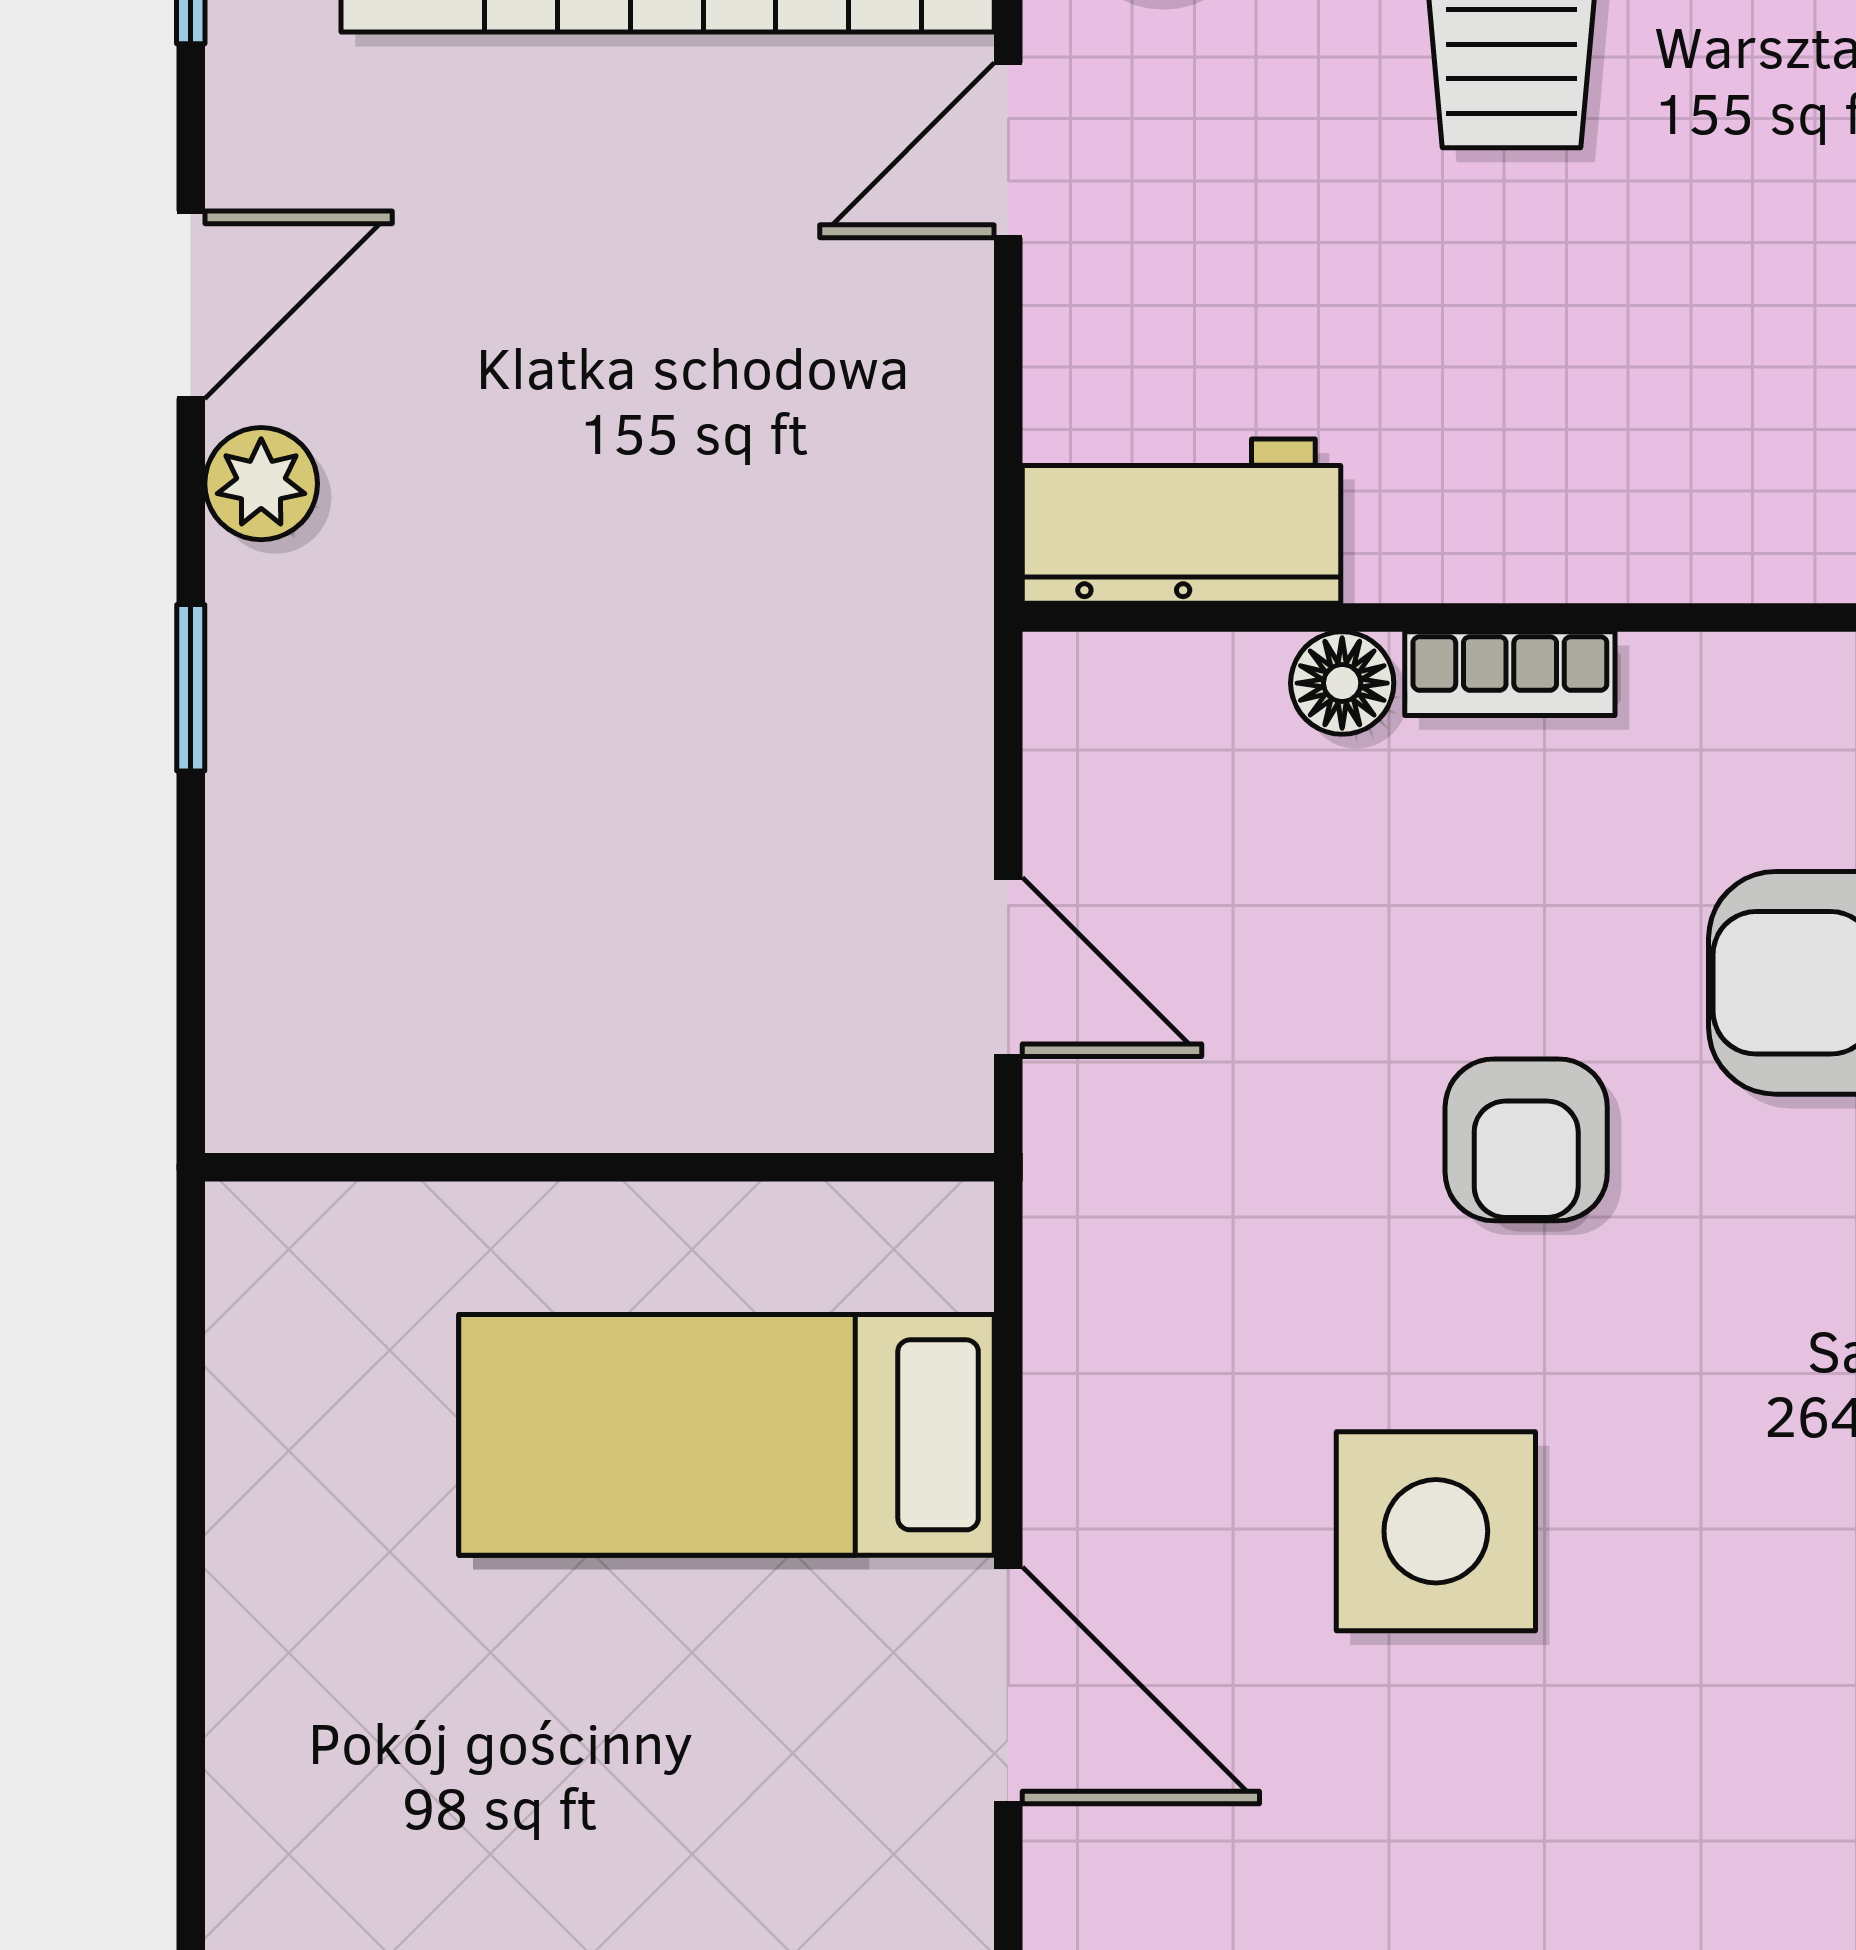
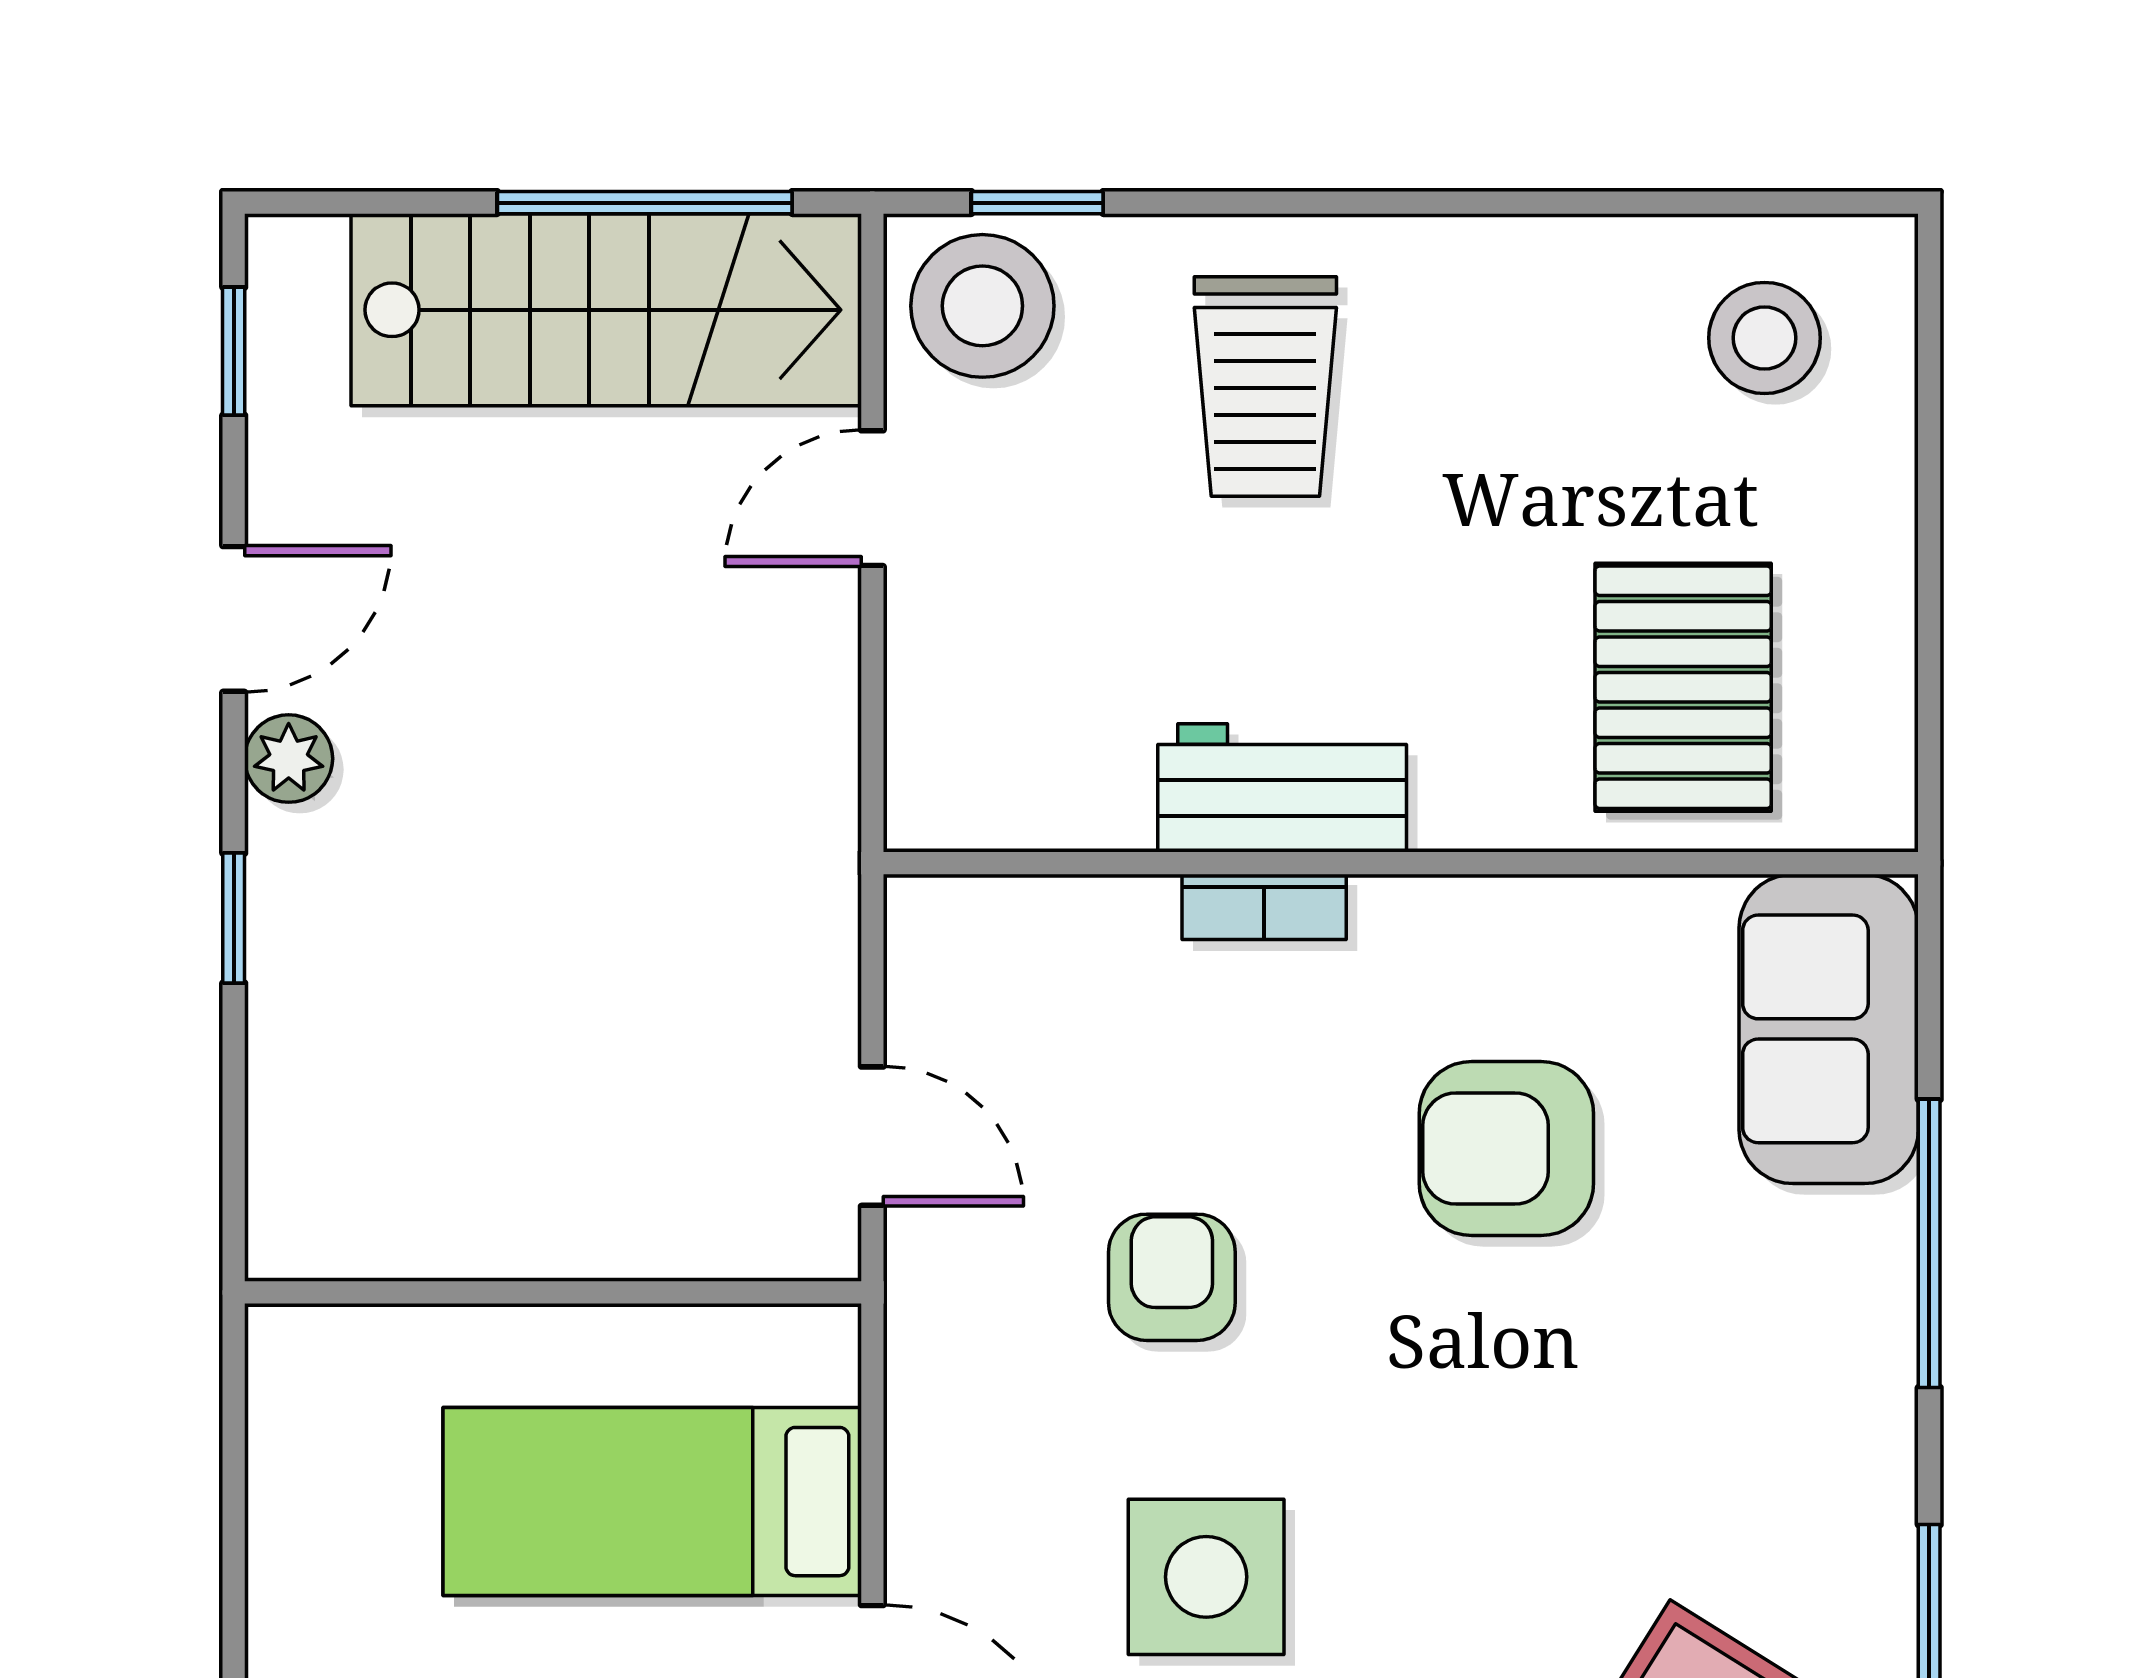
workbench: (1182, 521) -> (1282, 788), moved
floor lamp: (1342, 683) -> (1133, 914), removed
armchair: (1526, 1140) -> (1172, 1277), moved, turned 180

